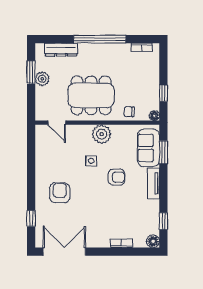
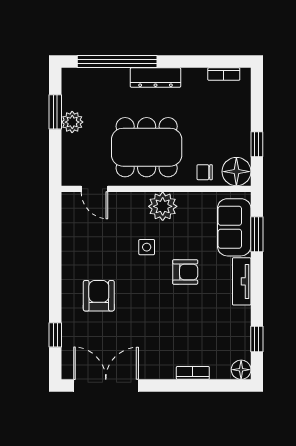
window: (100, 39) -> (117, 62), moved
dresser: (61, 50) -> (155, 78), moved
floor lamp: (154, 116) -> (236, 172), width x1.89, depth x1.89

